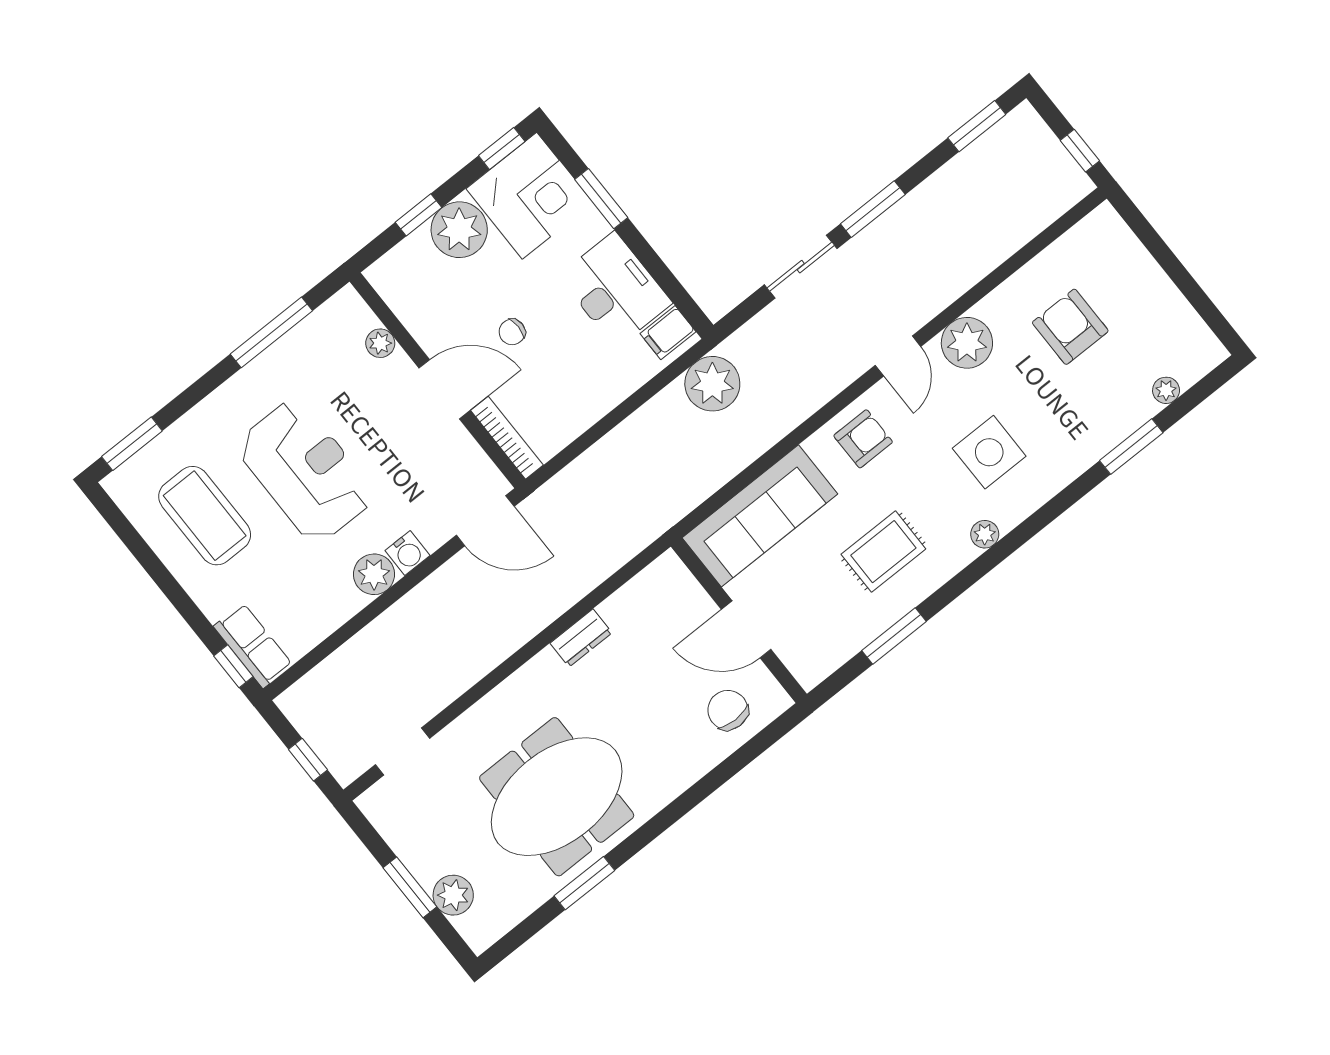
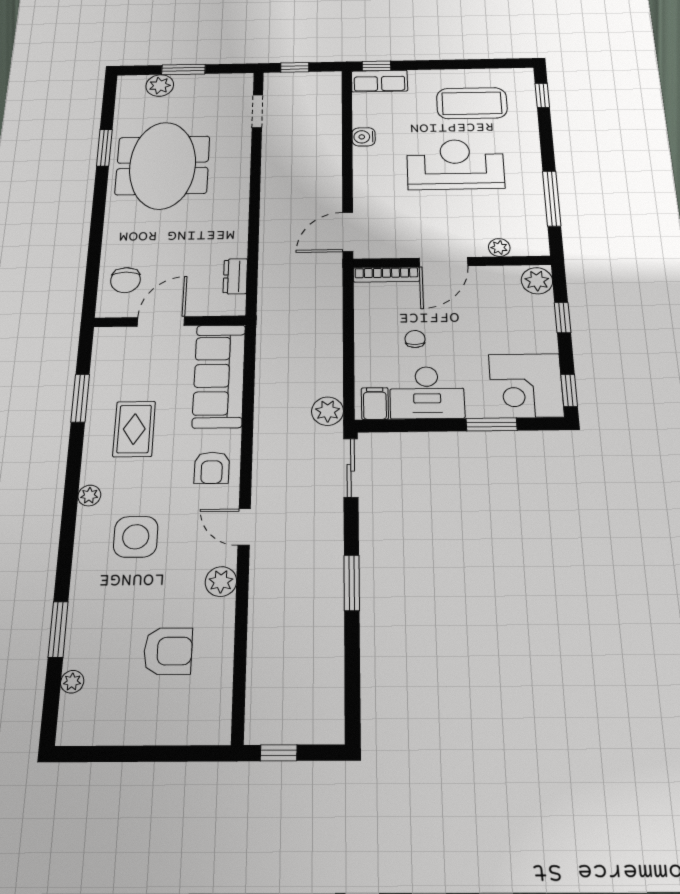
window: (977, 126) -> (352, 694), removed
plant: (459, 230) -> (537, 281), moved, width x0.73, depth x0.73
sliding door: (801, 267) -> (351, 468), moved
chair: (512, 332) -> (415, 339), moved
plant: (967, 343) -> (221, 582), width x0.73, depth x0.73
plant: (712, 384) -> (328, 411), width x0.73, depth x0.73
window: (132, 444) -> (542, 95), width x0.67
reception desk: (305, 471) -> (455, 164), turned 180
water cooler: (408, 553) -> (364, 137), moved
plant: (374, 574) -> (367, 160), removed
dresser: (581, 638) -> (235, 276), moved
chair: (728, 710) -> (125, 280), turned 90

